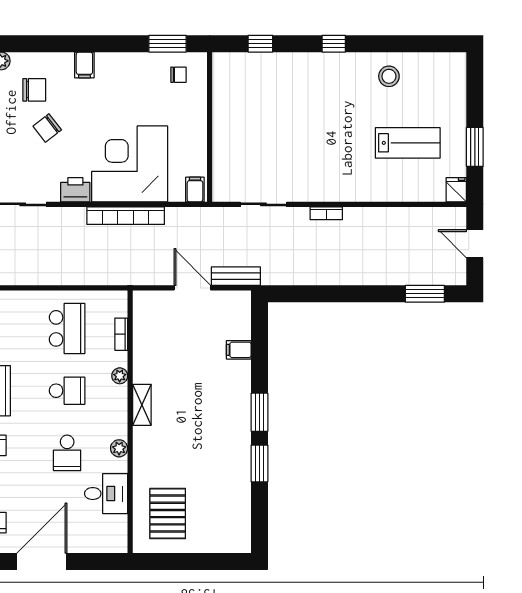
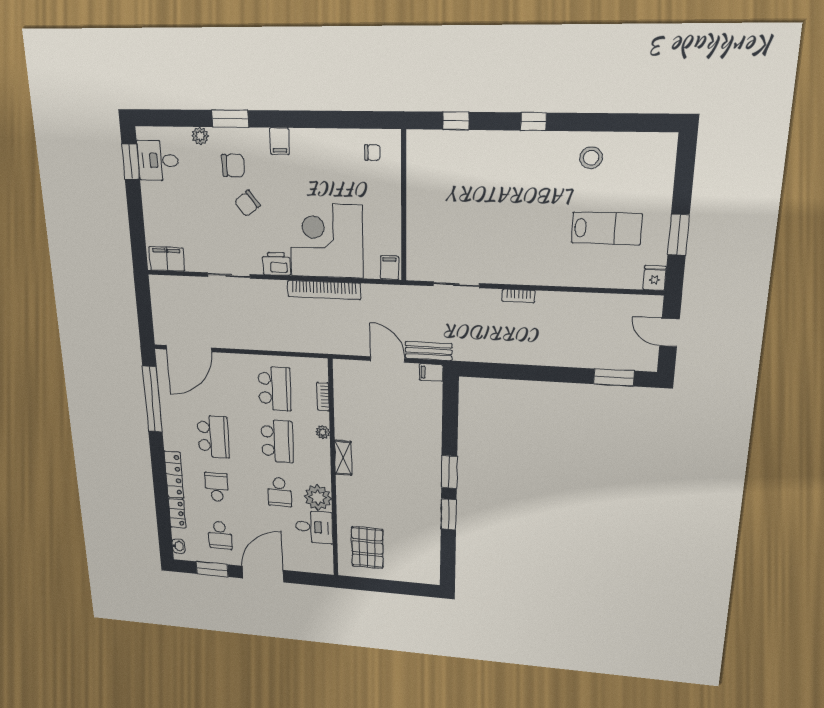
window: (167, 44) -> (230, 119), moved
filing cabinet: (239, 350) -> (431, 373), moved
school desk: (67, 391) -> (277, 441), width x1.85
plant: (119, 448) -> (318, 497), width x1.88, depth x1.88

